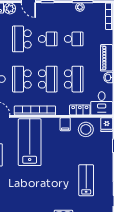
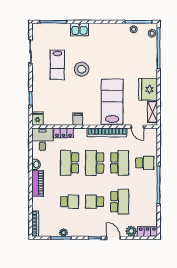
school desk: (74, 39) -> (69, 202), turned 180
stool: (86, 129) -> (82, 69), moved
lab bench: (30, 142) -> (112, 102), turned 180

